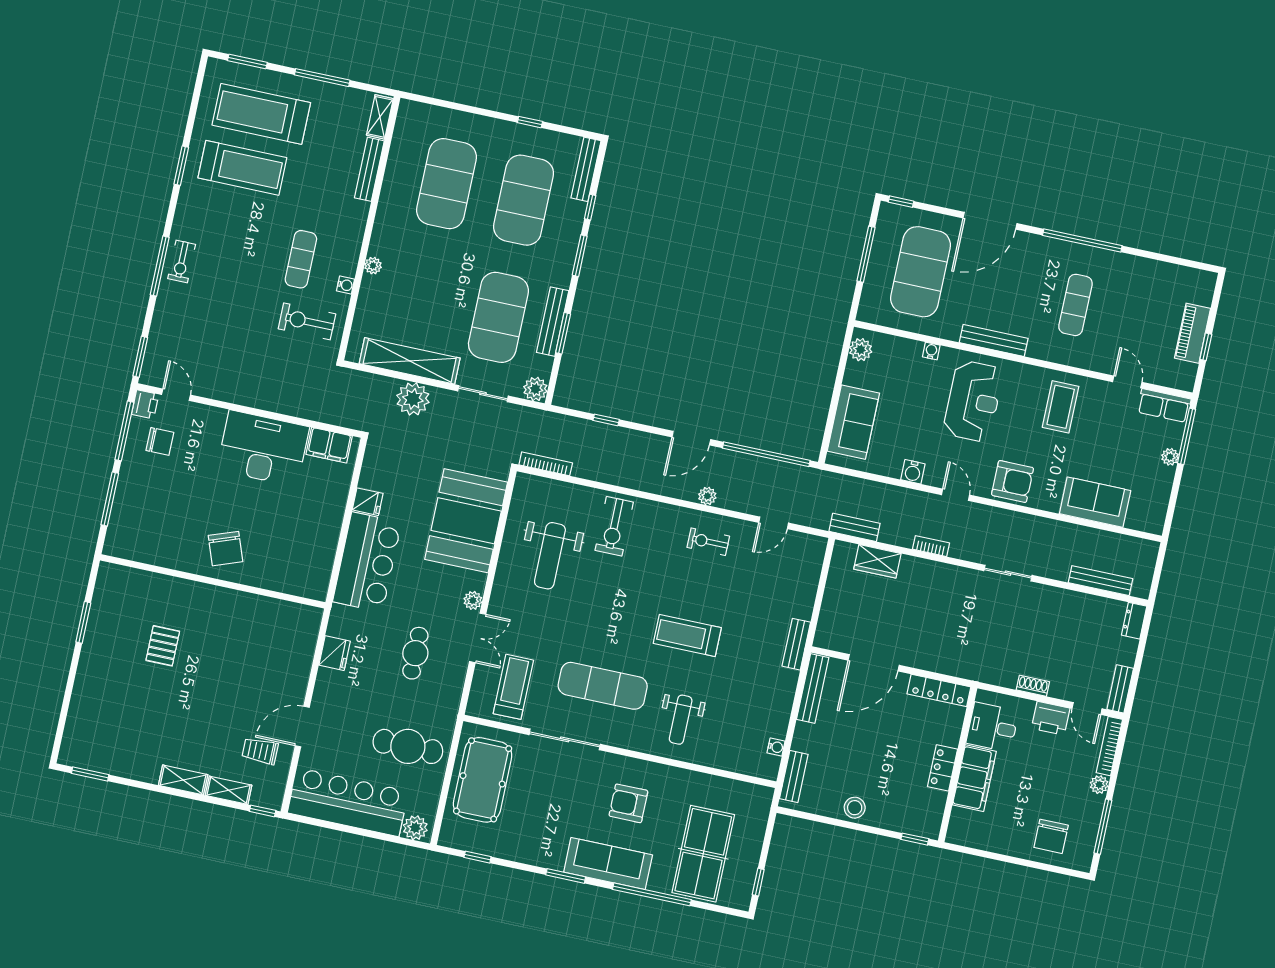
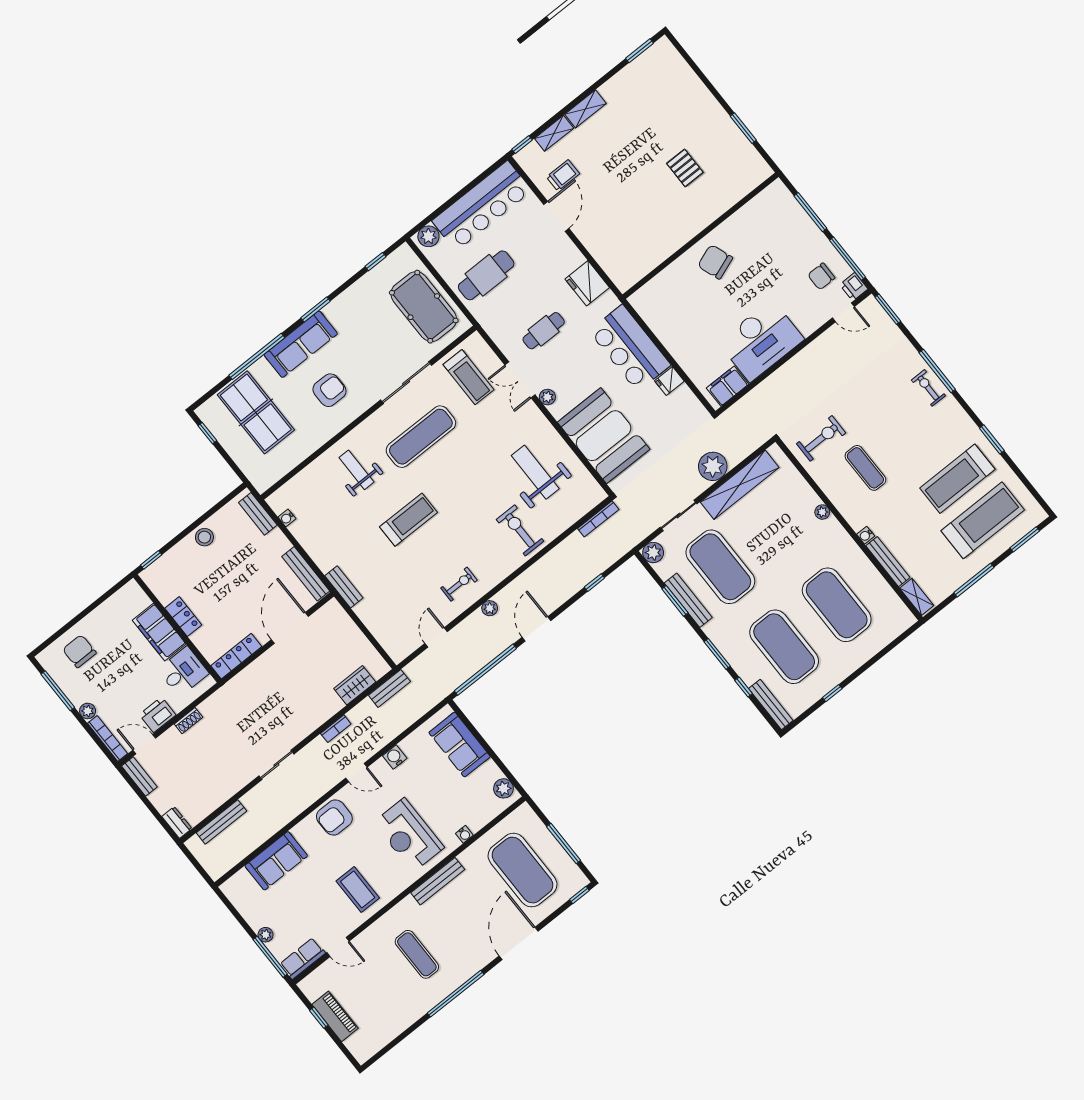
water cooler: (346, 285) -> (866, 535), moved
fridge: (335, 653) -> (587, 283), width x1.36, depth x1.34
cafe table: (415, 653) -> (544, 331), turned 90

